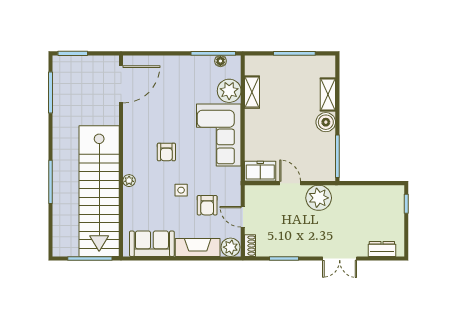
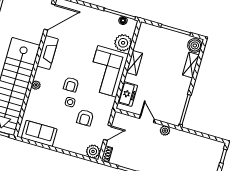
shelving: (252, 92) -> (135, 63), moved
boiler: (326, 122) -> (195, 45), moved
armchair: (166, 152) -> (71, 85), moved
freezer: (260, 171) -> (128, 94), moved, turned 90
plant: (319, 198) -> (165, 131), width x0.53, depth x0.53
door: (243, 217) -> (108, 133), swing flipped
fireplace: (198, 247) -> (48, 53), moved, turned 90

